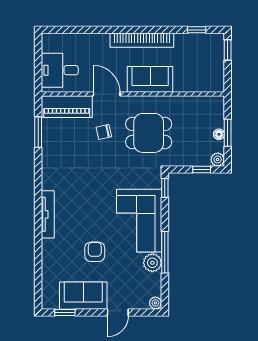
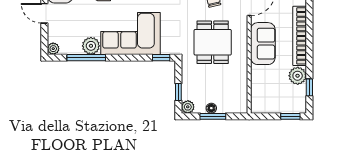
plant: (184, 42) -> (298, 76), added
window: (165, 252) -> (86, 58), moved

